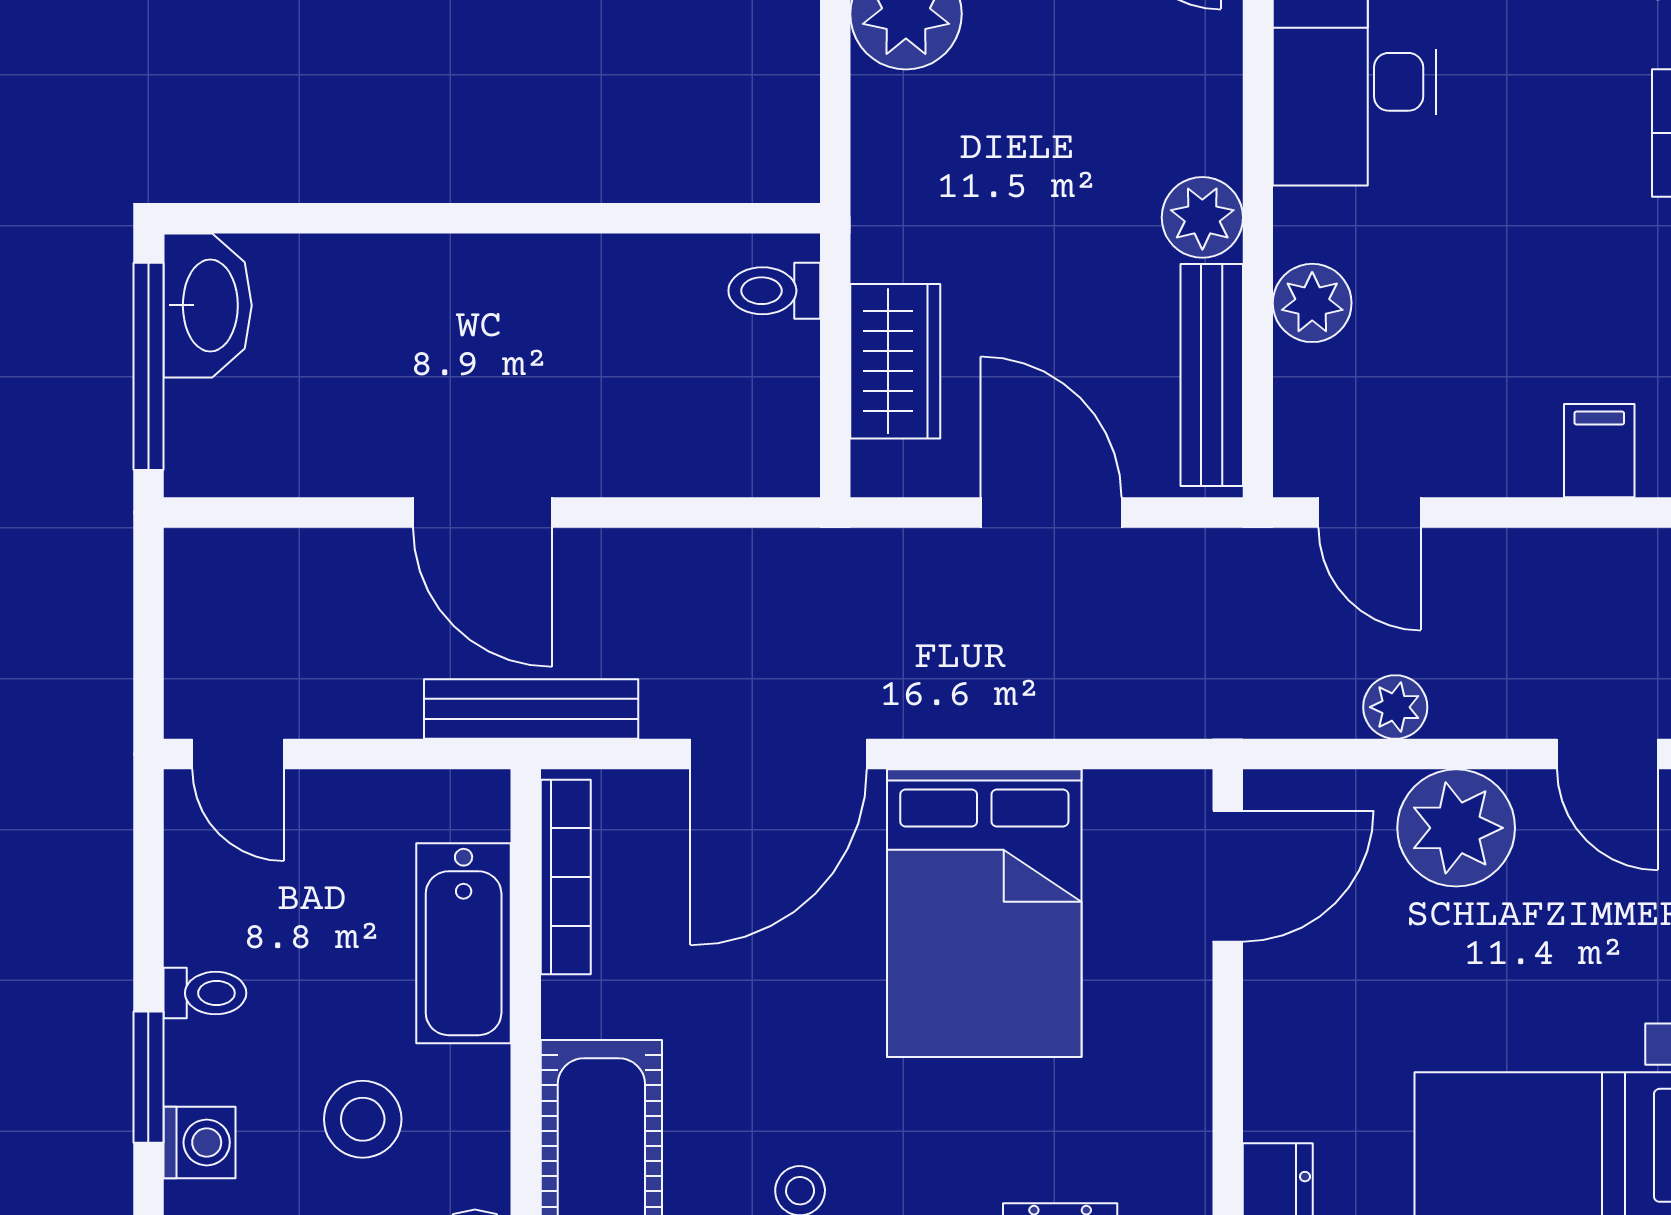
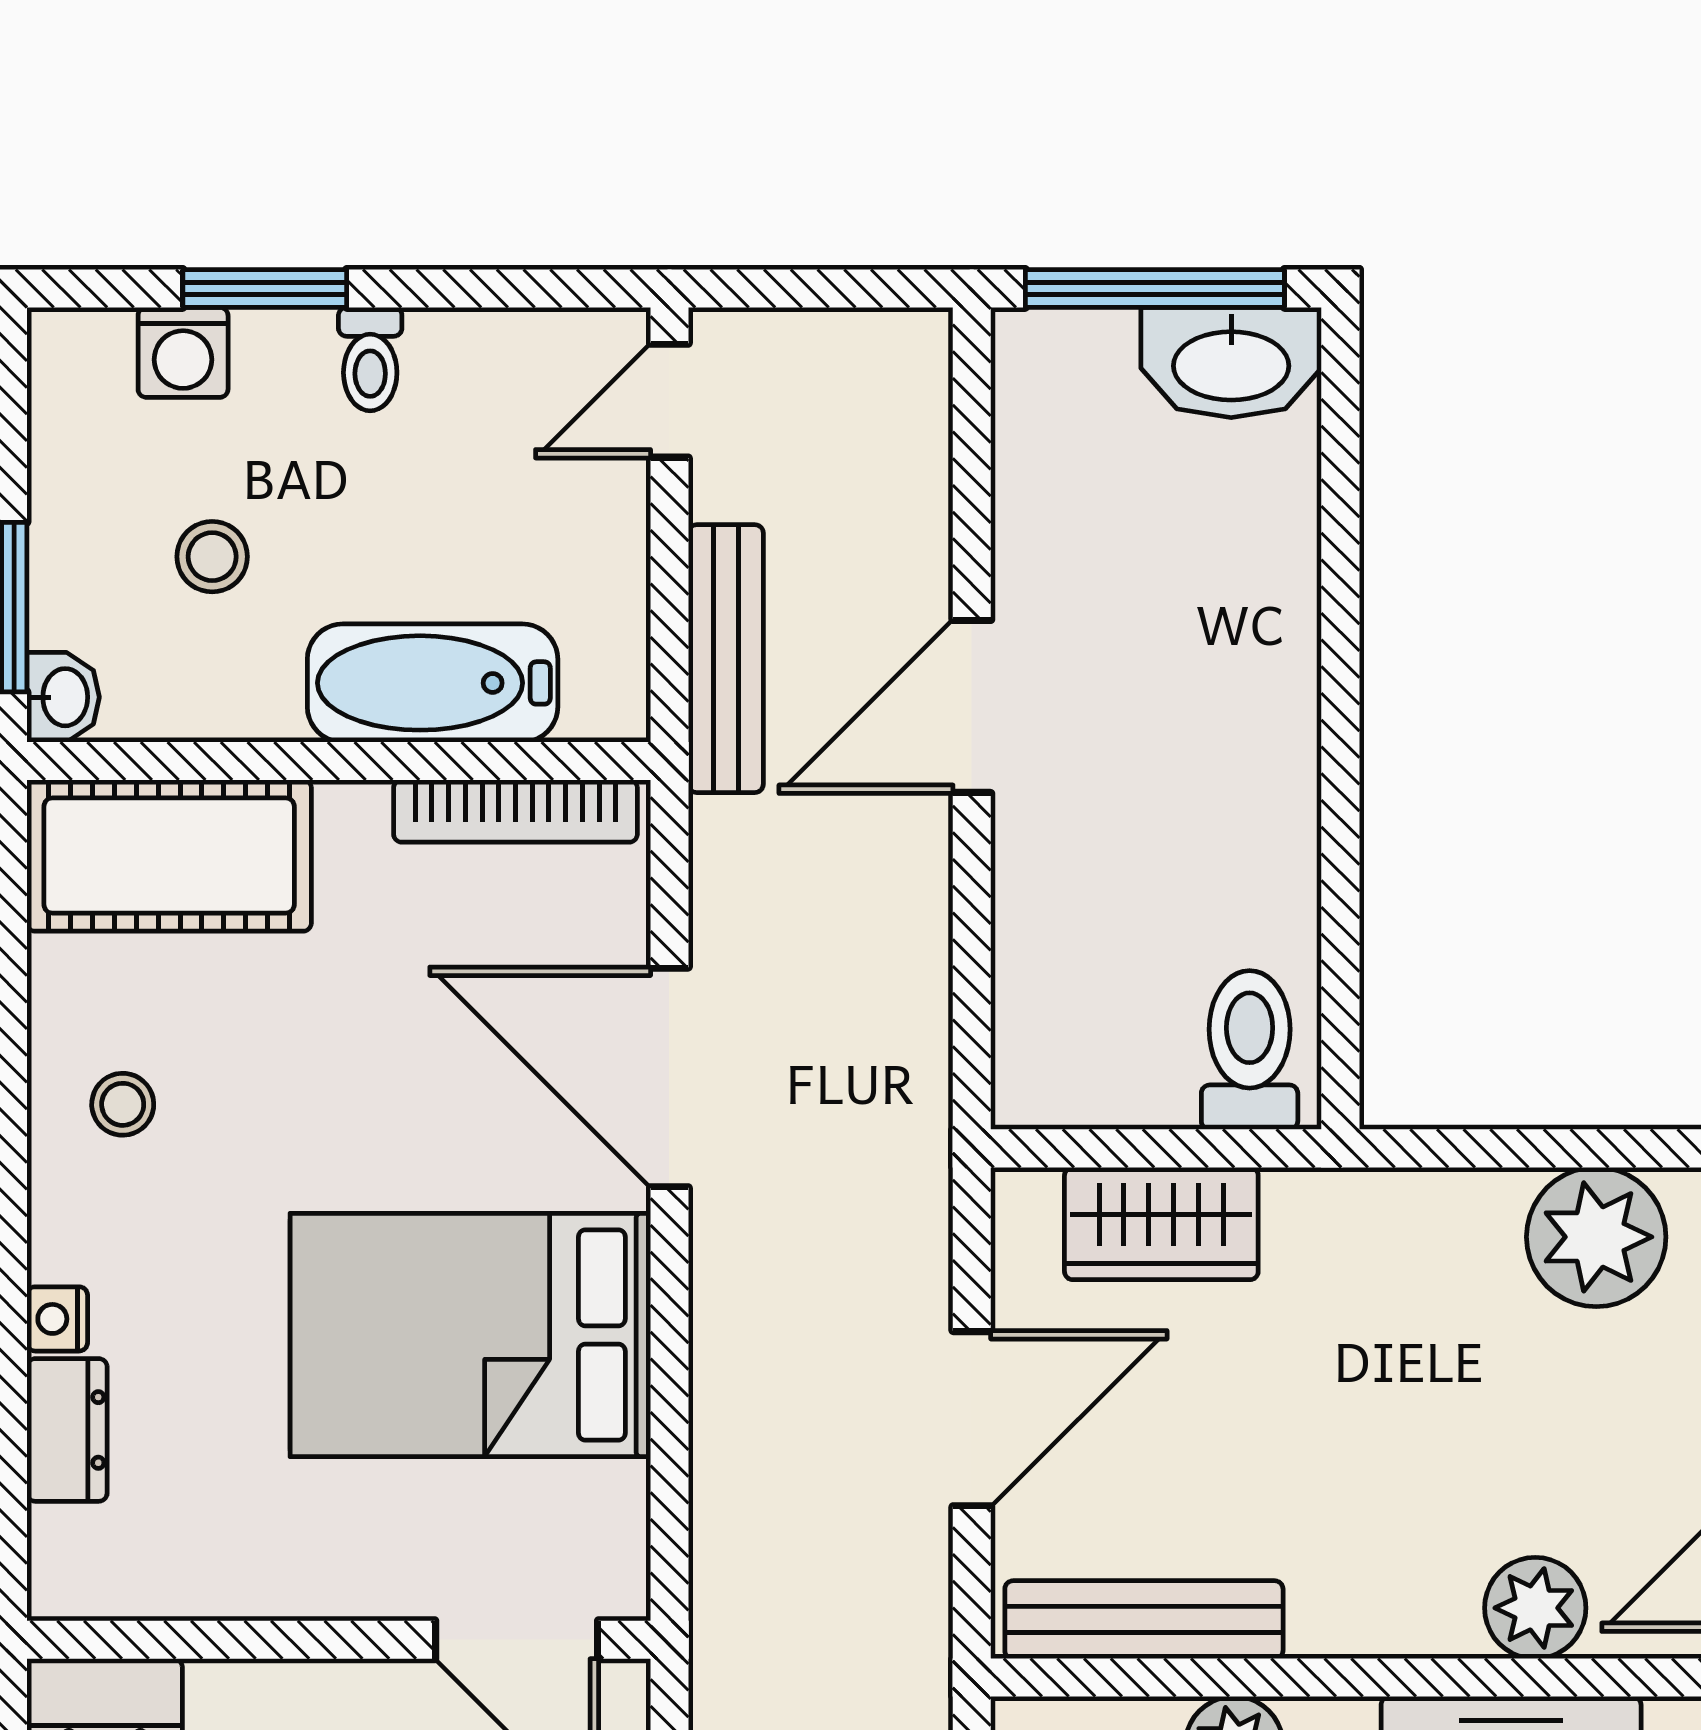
plant: (1202, 217) -> (1535, 1608), moved
toilet: (774, 291) -> (1250, 1050), width x1.37, depth x1.39
bench: (531, 709) -> (726, 659), moved
stool: (363, 1119) -> (212, 557), width x0.73, depth x0.73

